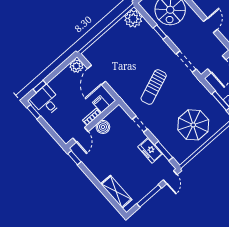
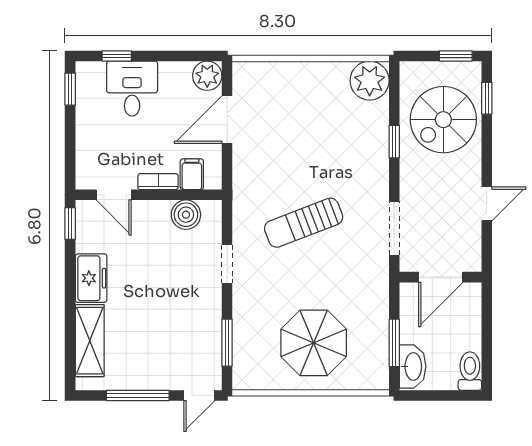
desk: (46, 101) -> (132, 89), moved
boiler: (103, 127) -> (186, 215), moved
door: (80, 135) -> (114, 195), hinge flipped
freezer: (150, 150) -> (91, 278), moved, turned 180

